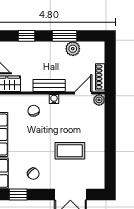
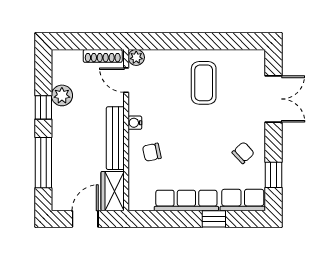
window: (26, 36) -> (43, 163), width x2.17
window: (65, 36) -> (43, 107), width x0.67
bench: (49, 85) -> (115, 138), width x1.36
coffee table: (70, 151) -> (204, 83), moved

